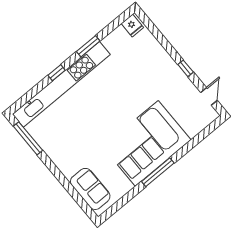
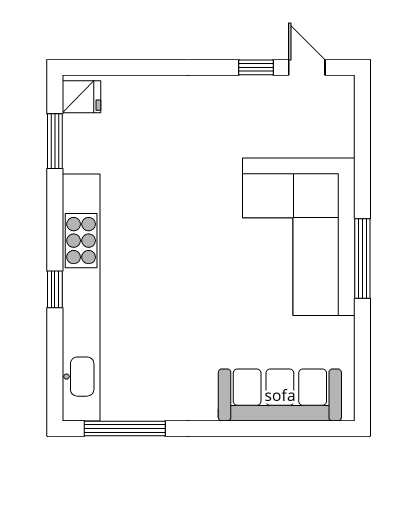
window: (88, 46) -> (55, 141), moved
window: (186, 68) -> (256, 67), moved
sofa: (90, 189) -> (280, 395), width x1.36

